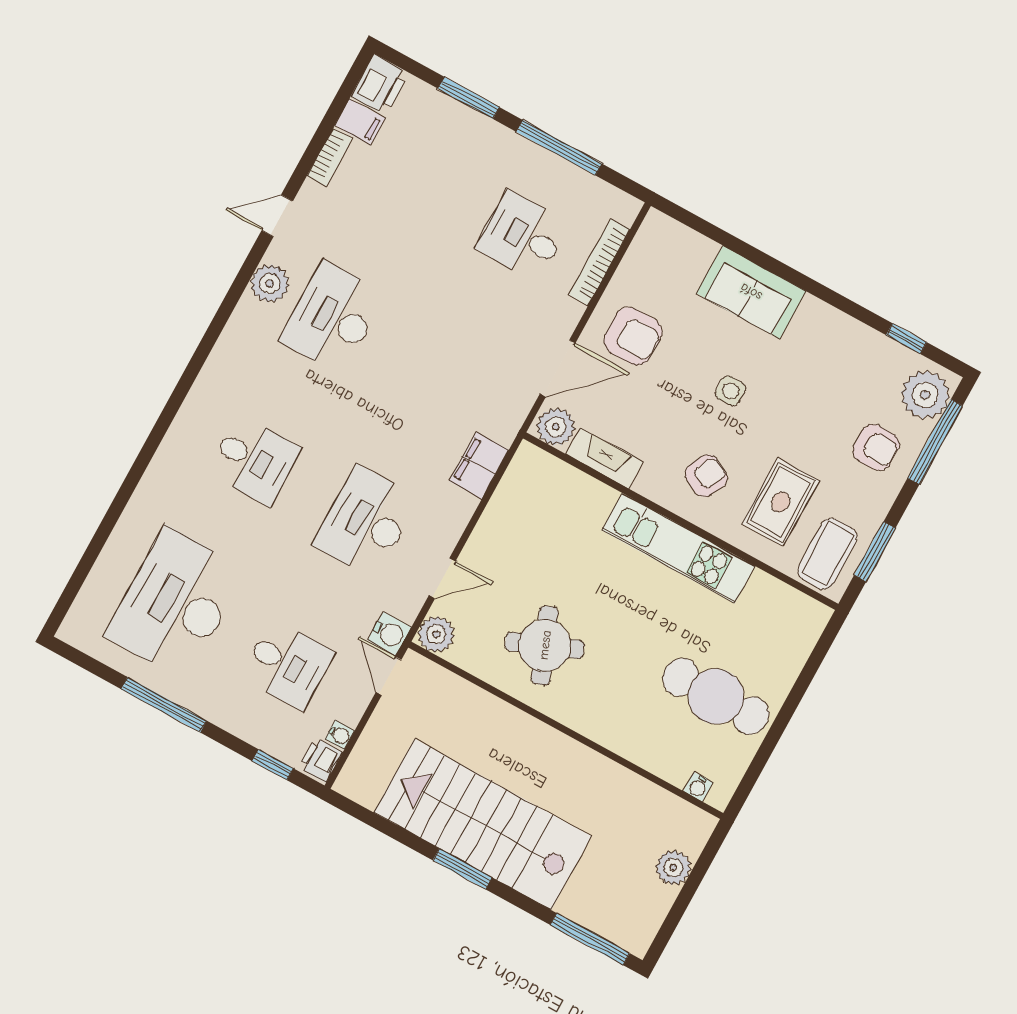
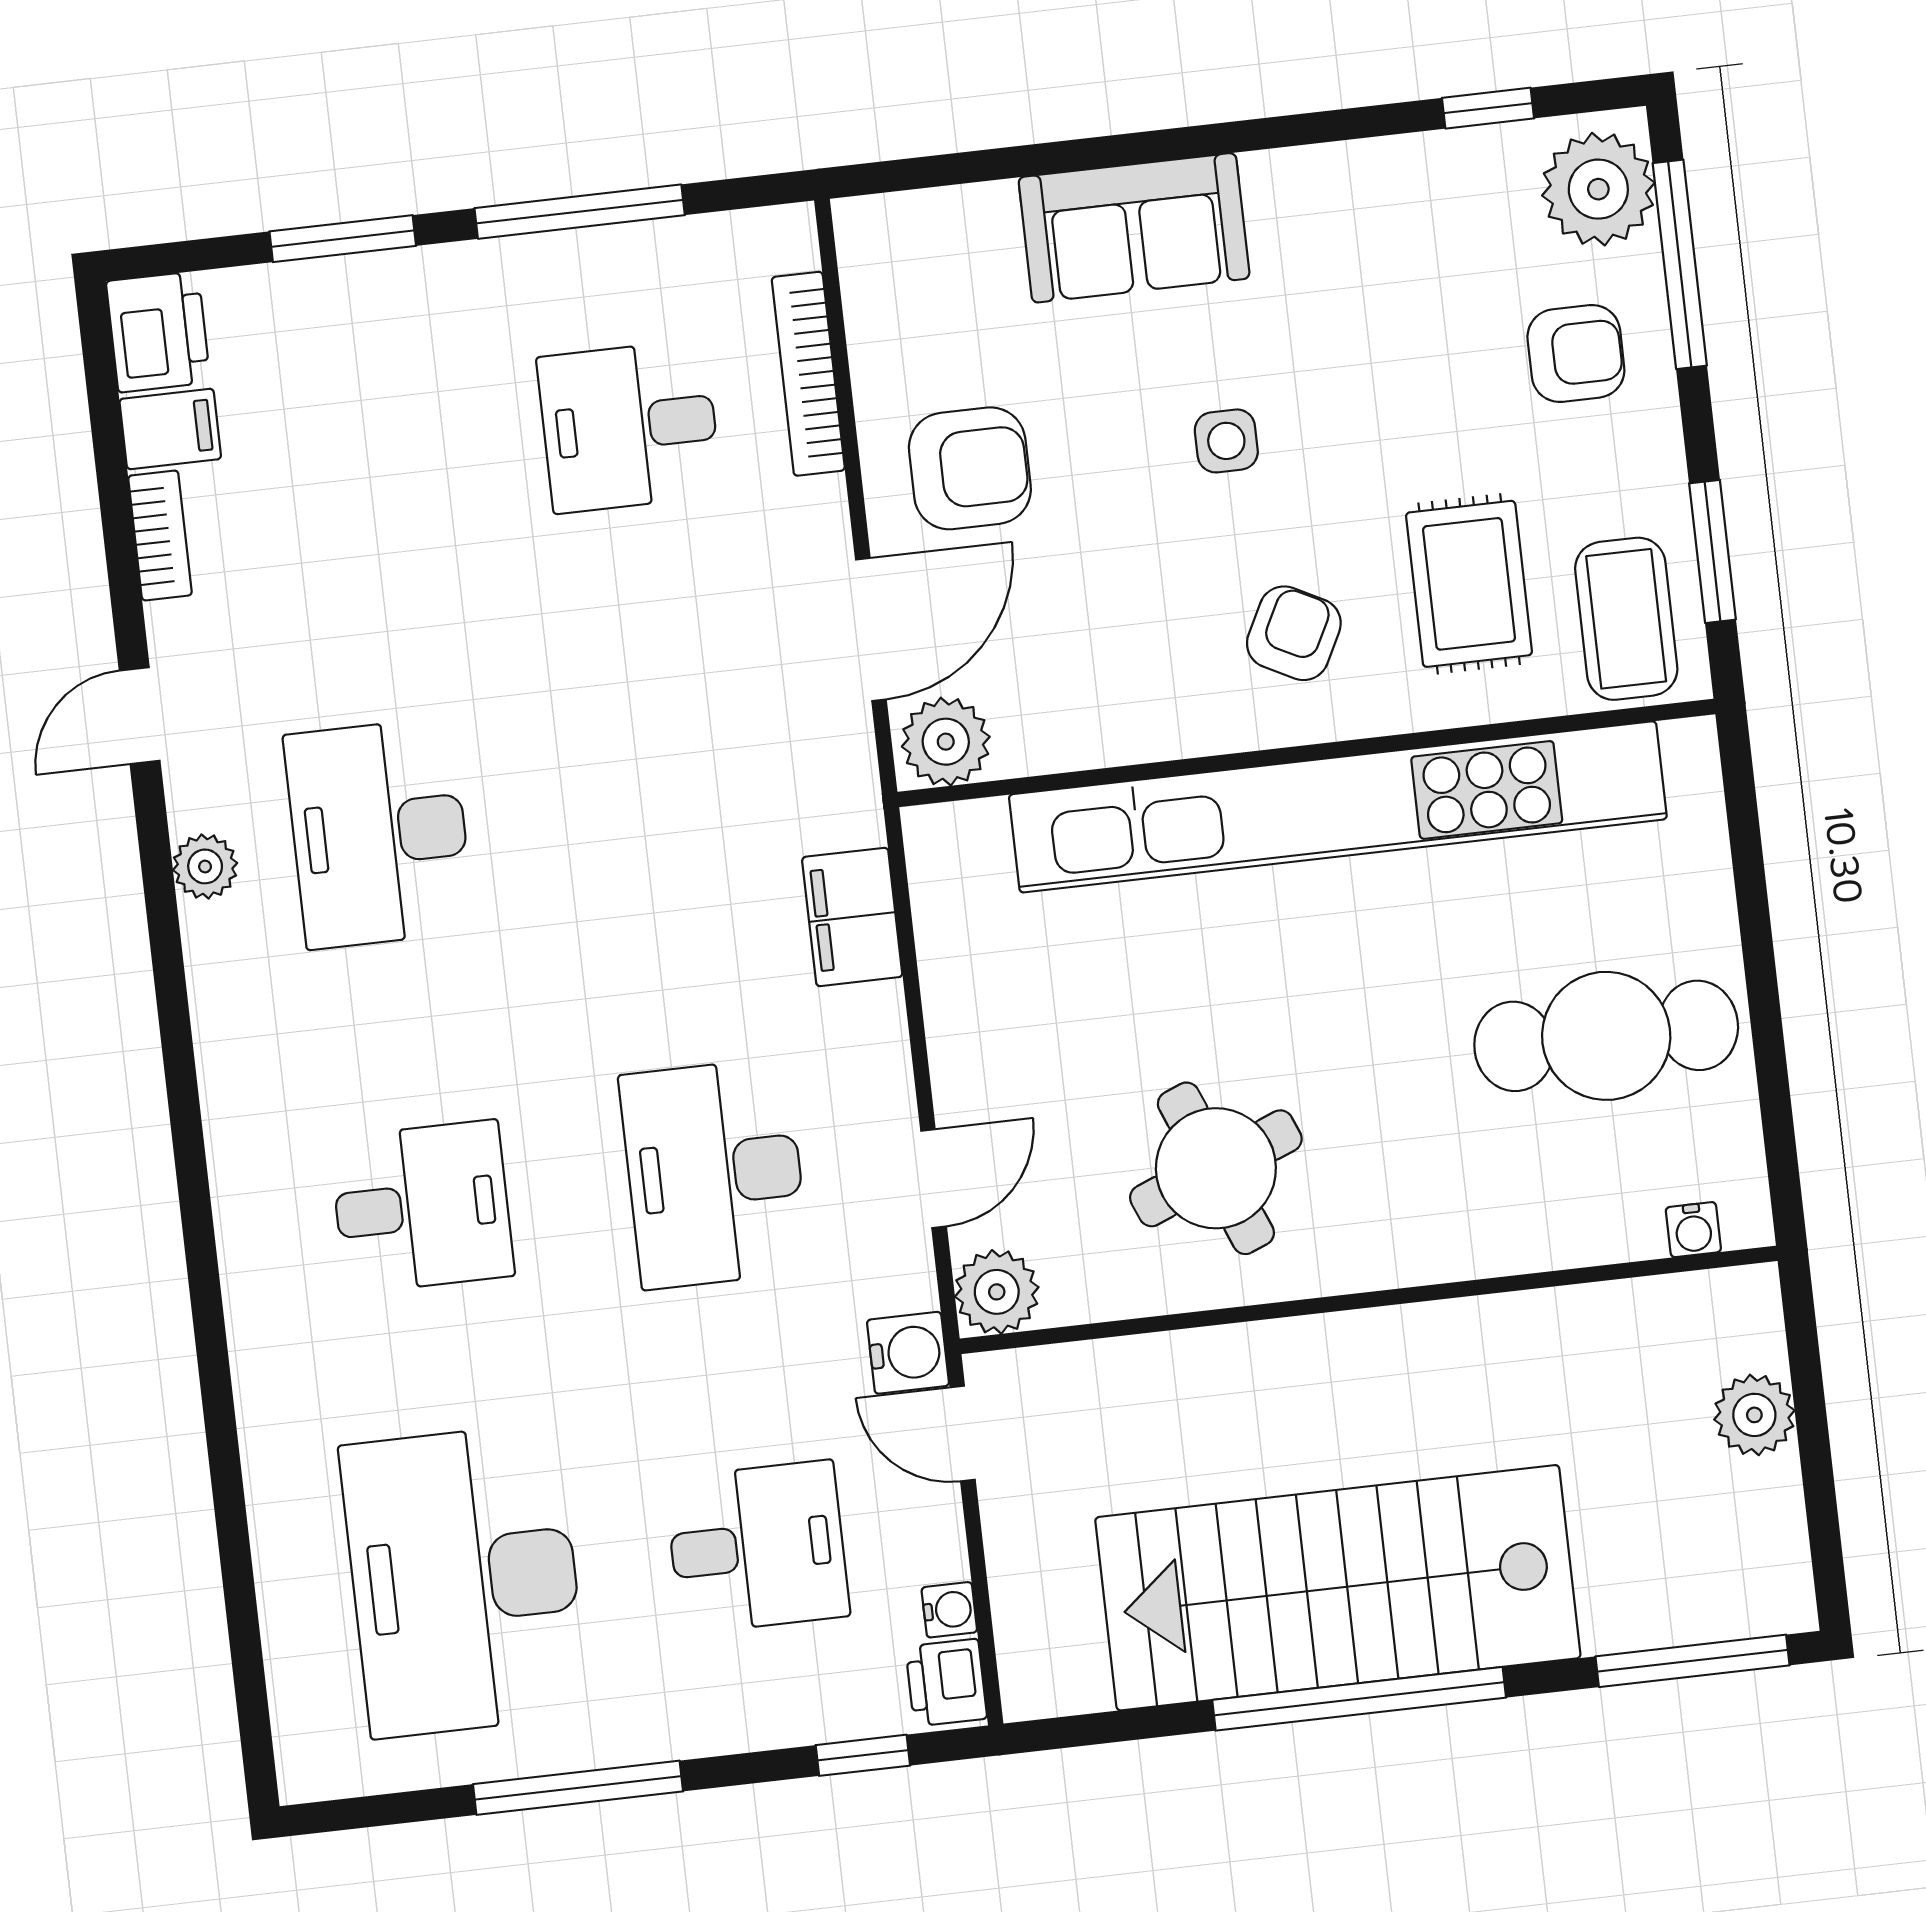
plant: (270, 283) -> (205, 866), width x0.73, depth x0.73
fireplace: (604, 458) -> (1079, 736), removed
kitchen unit: (678, 548) -> (1338, 807), width x1.86
window: (462, 869) -> (1359, 1699), width x2.11

